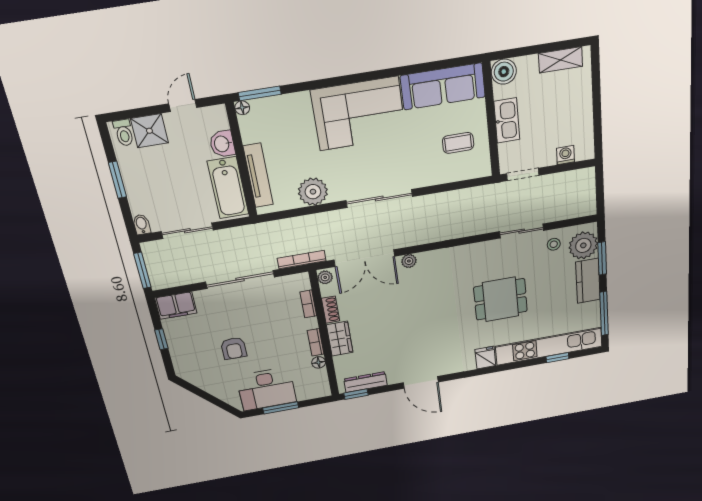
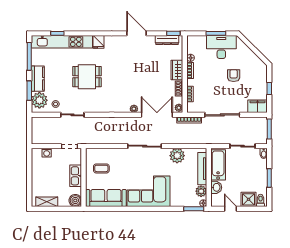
door: (183, 106) -> (230, 209), swing flipped
plant: (252, 131) -> (201, 191), added

